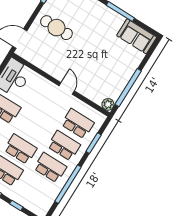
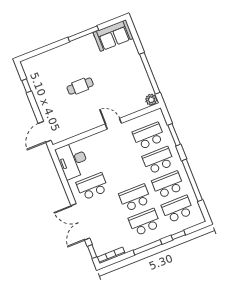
cafe table: (56, 28) -> (80, 86), moved, width x0.73, depth x0.74
school desk: (37, 190) -> (178, 209), added

